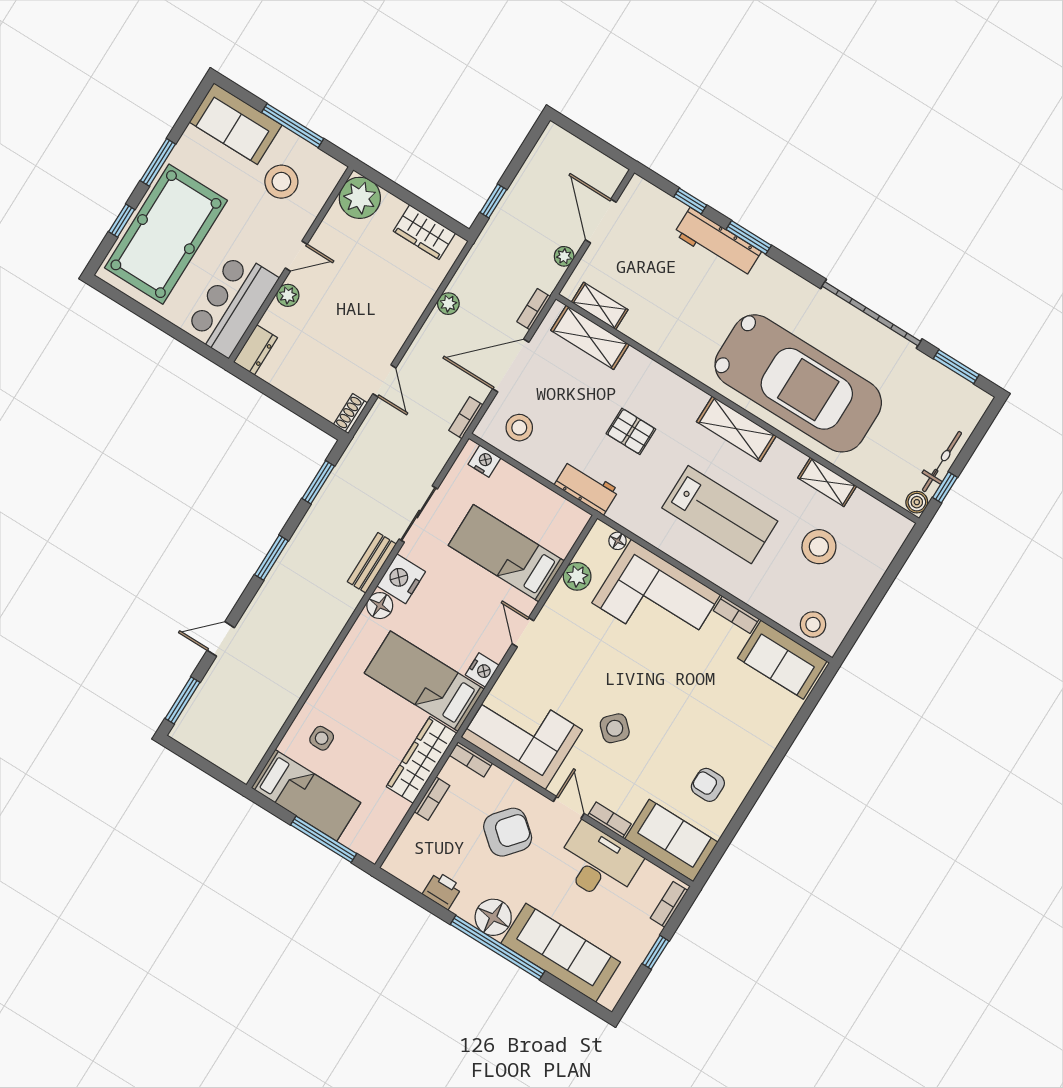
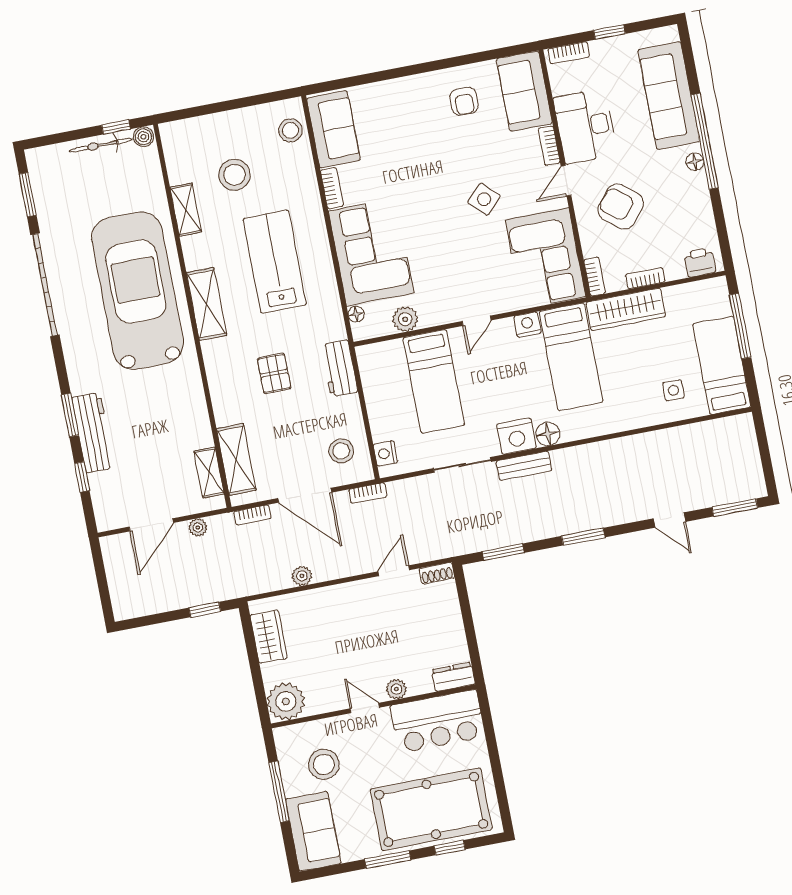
printer: (442, 890) -> (700, 262), moved, turned 90
floor lamp: (493, 917) -> (695, 162), width x0.53, depth x0.53

